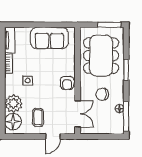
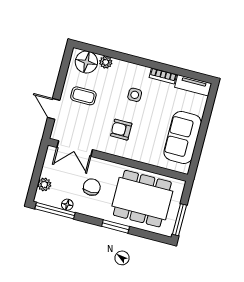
armchair: (67, 83) -> (121, 130), moved
plant: (14, 103) -> (106, 62), width x0.53, depth x0.53
plant: (109, 129) -> (44, 184), added

